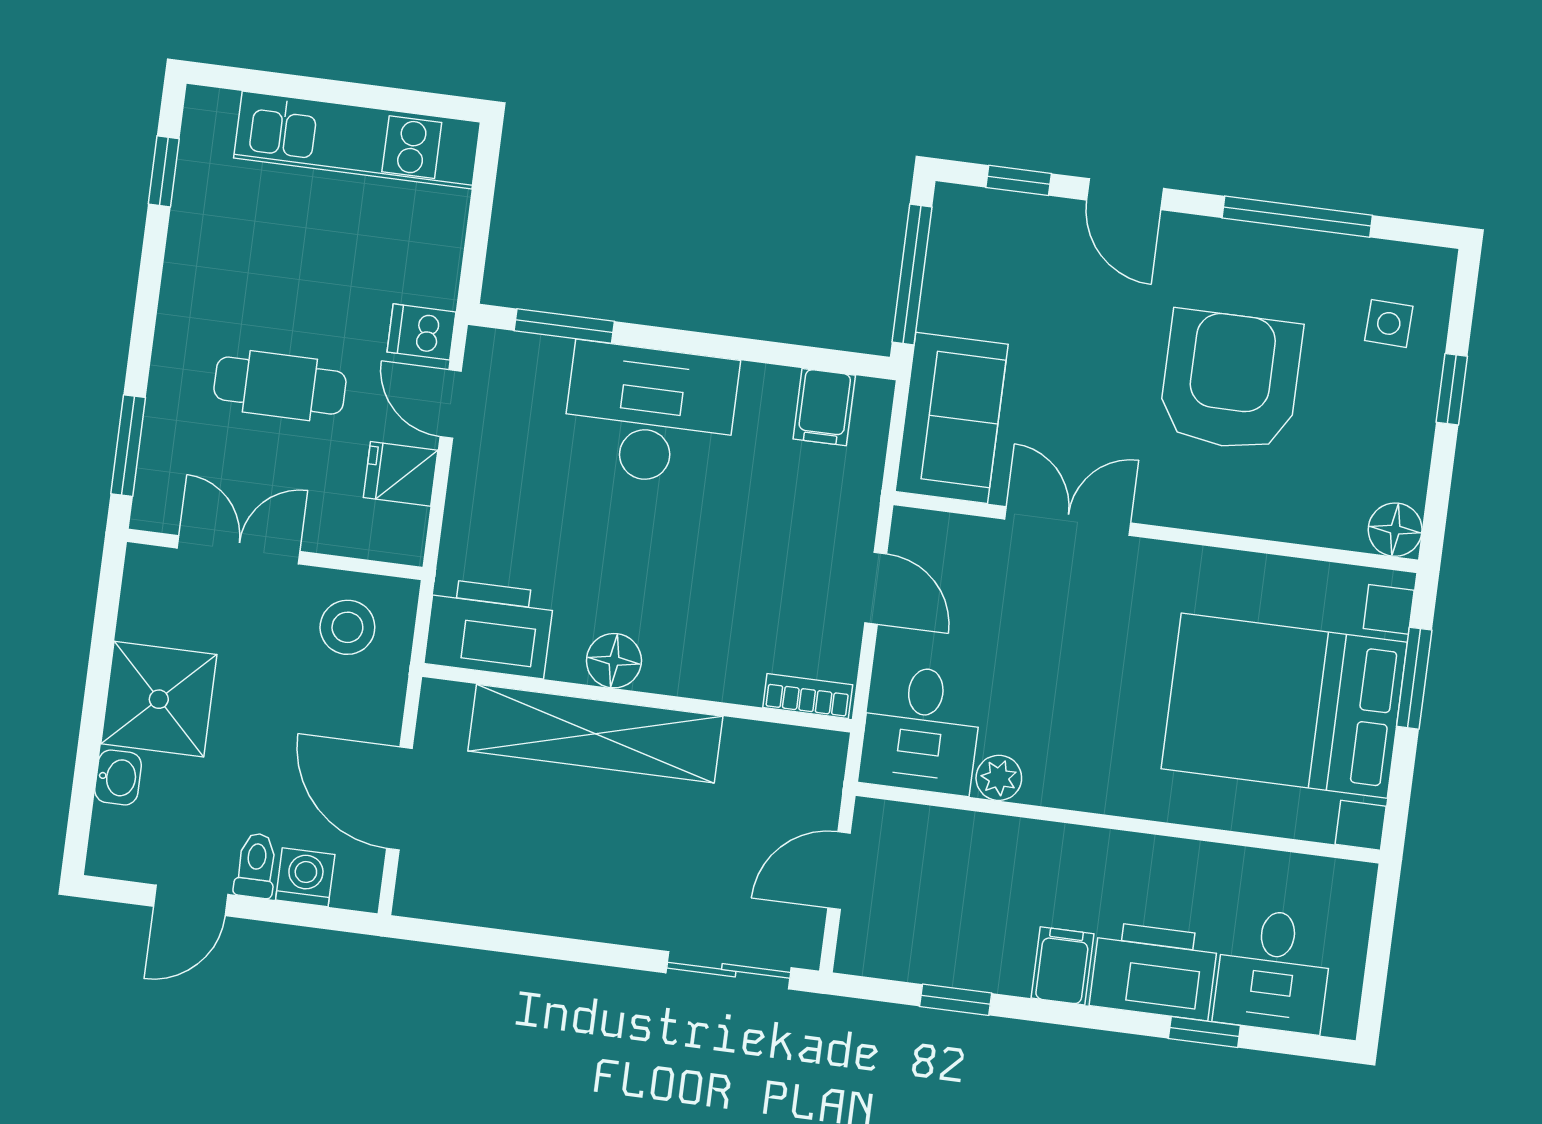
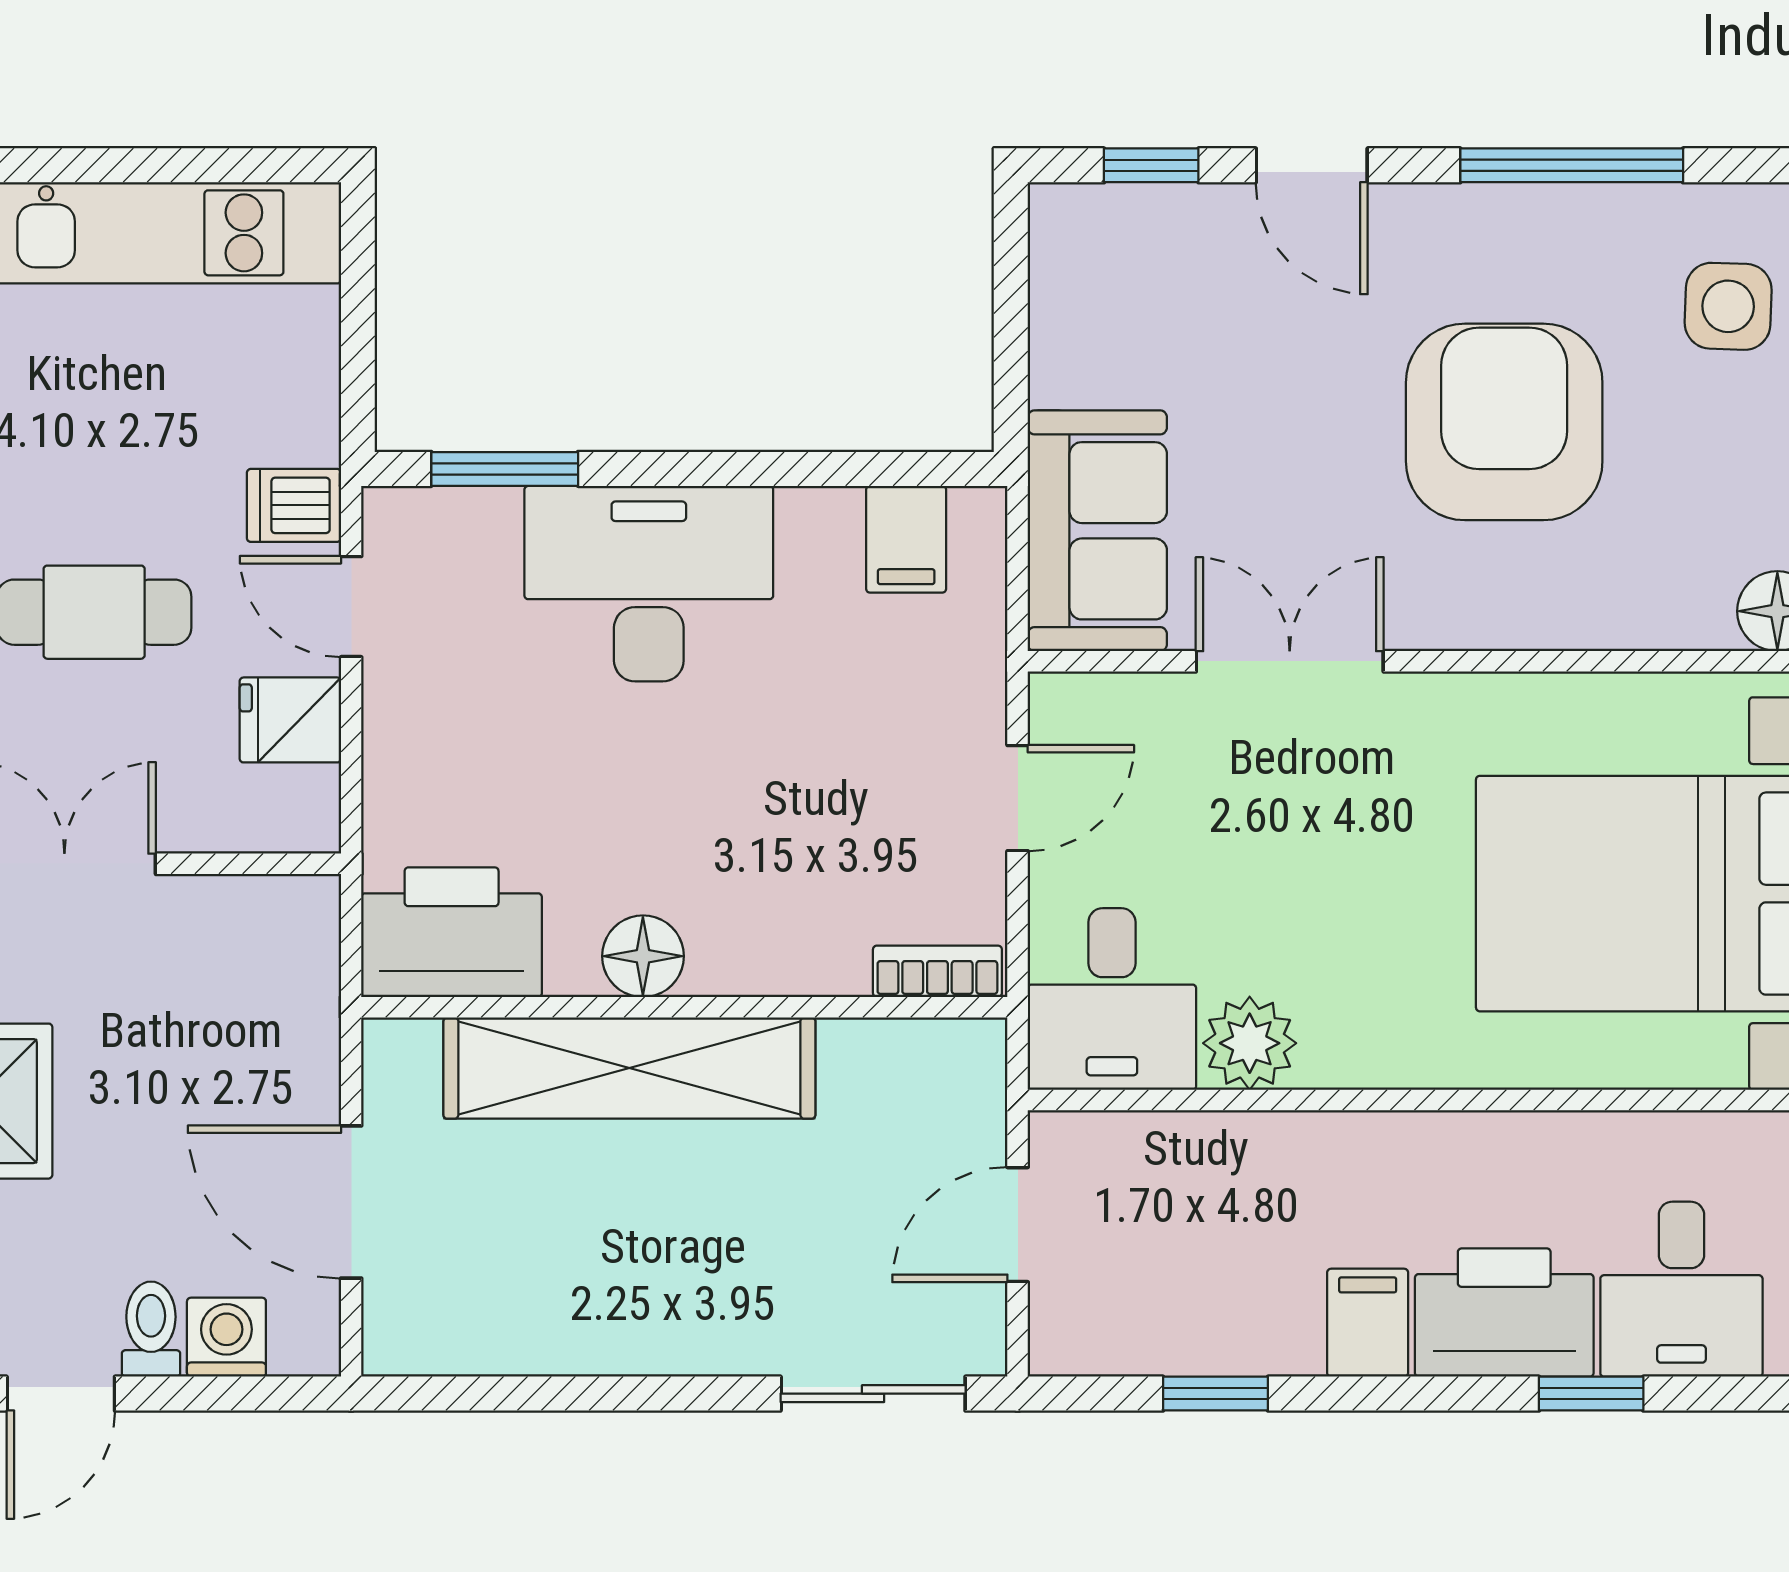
window: (912, 274) -> (1011, 325), removed
side table: (1389, 323) -> (1728, 306), width x1.37, depth x1.37
door: (876, 588) -> (1018, 798), hinge flipped
stool: (347, 627) -> (241, 958), removed
plant: (999, 778) -> (1250, 1043), width x1.38, depth x1.38

